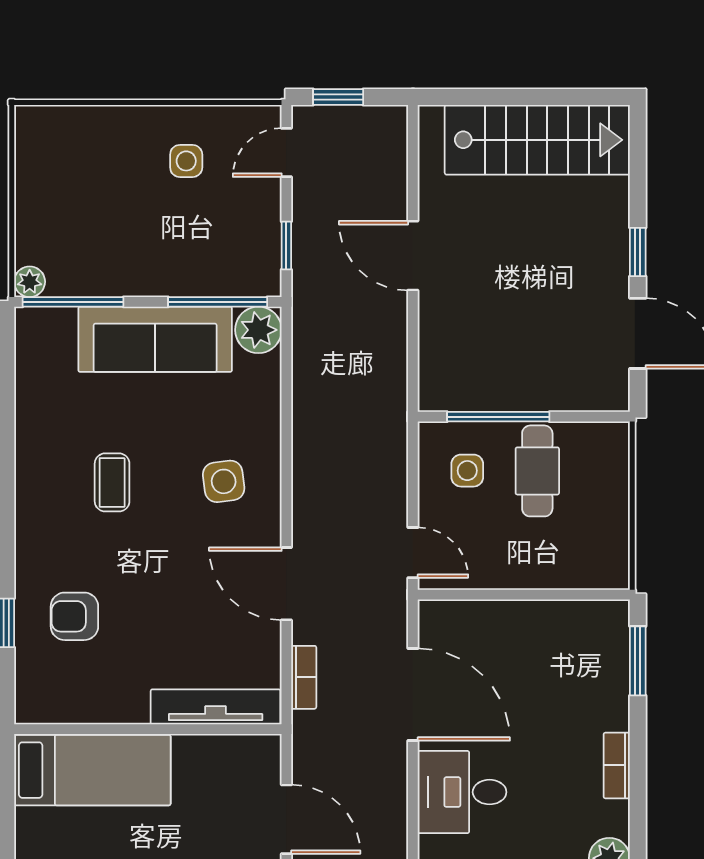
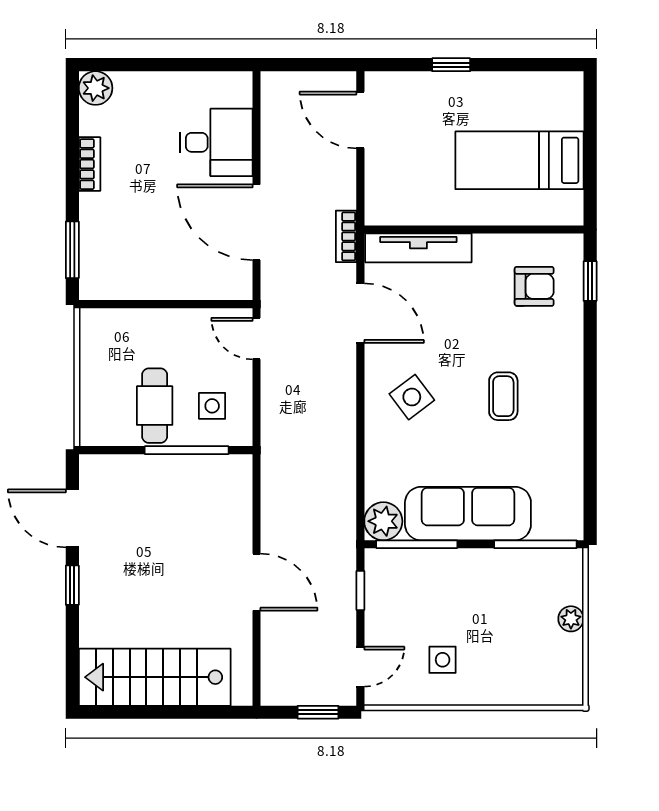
plant: (30, 282) -> (571, 619), moved
side table: (224, 481) -> (412, 397), turned -30
tv unit: (216, 707) -> (418, 248), moved
wall: (148, 729) -> (474, 230), moved

